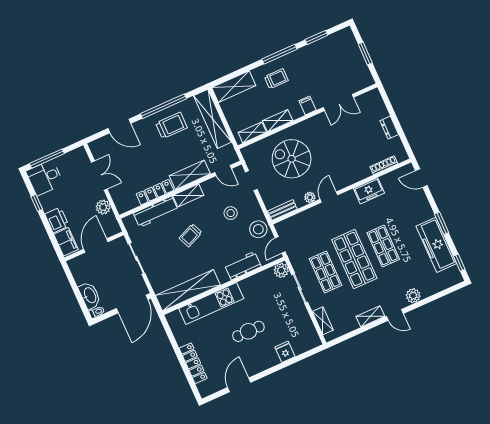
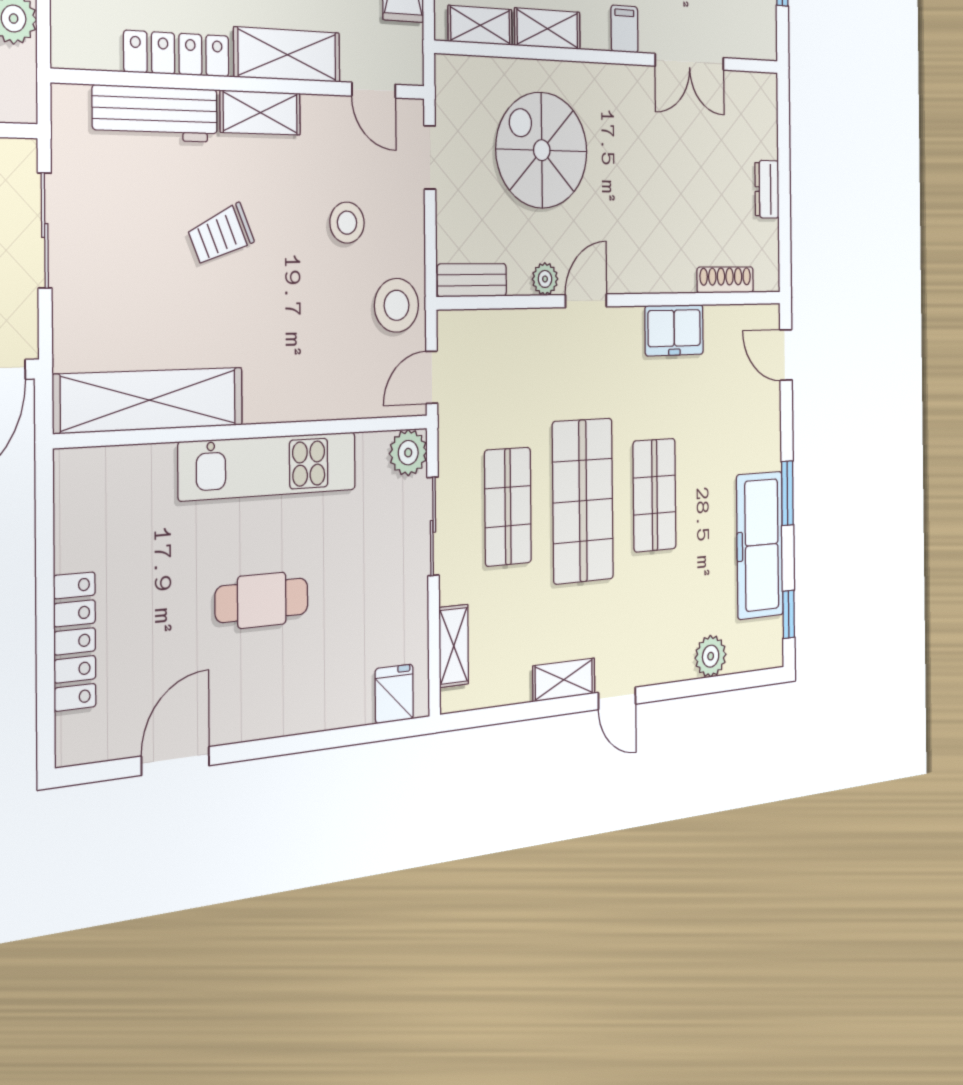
workbench: (243, 266) -> (320, 393), removed
plant: (413, 296) -> (711, 656), moved
kitchen unit: (211, 303) -> (268, 466), moved
fridge: (285, 352) -> (394, 694), moved

